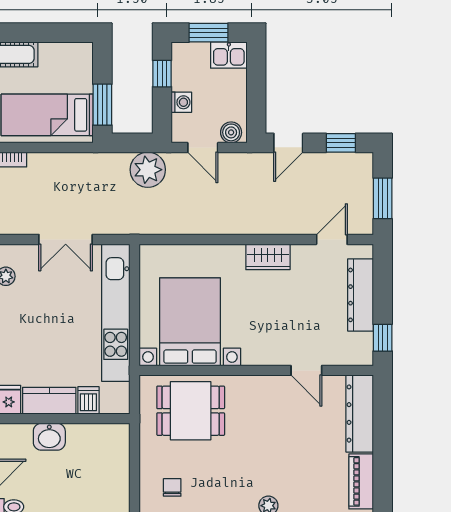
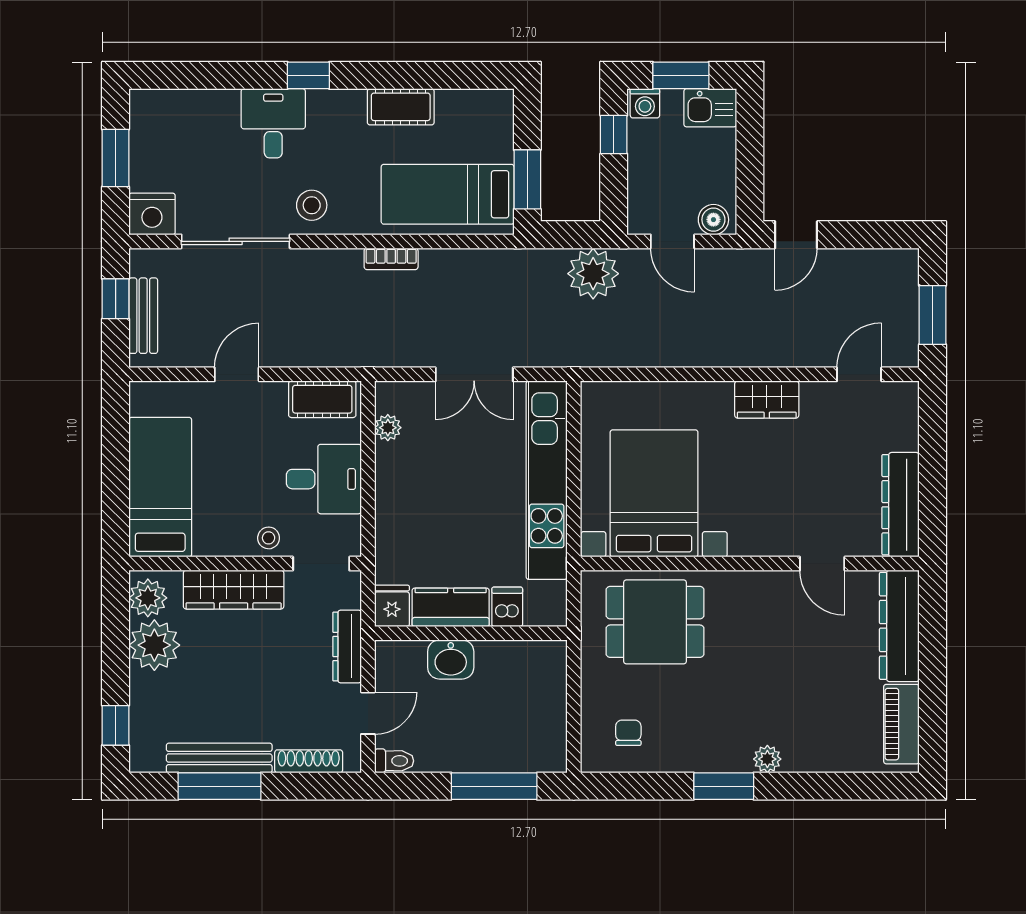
washing machine: (181, 102) -> (645, 103), moved, turned 90
window: (341, 143) -> (872, 235), removed
dresser: (361, 295) -> (901, 505), moved
window: (383, 338) -> (933, 516), removed

